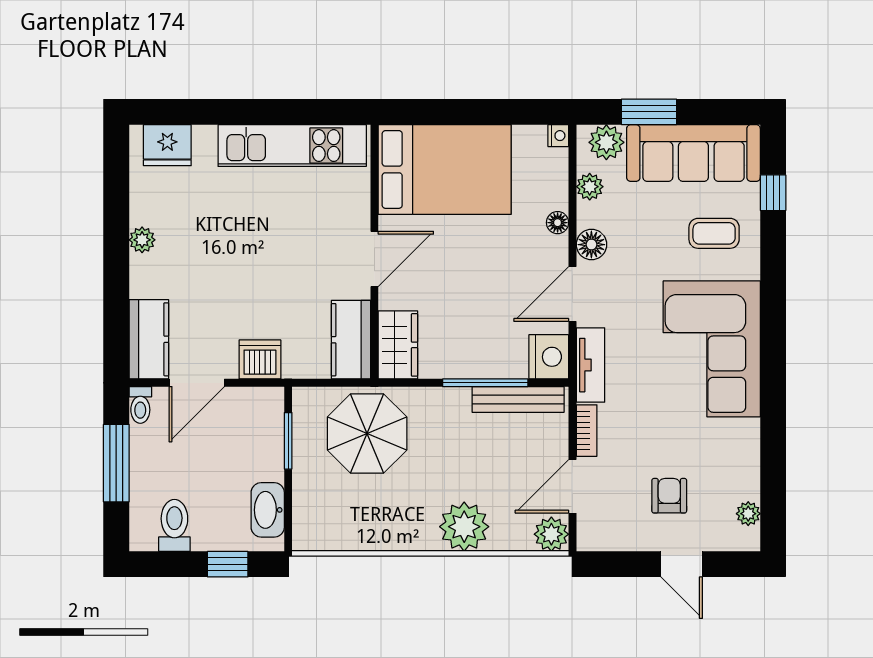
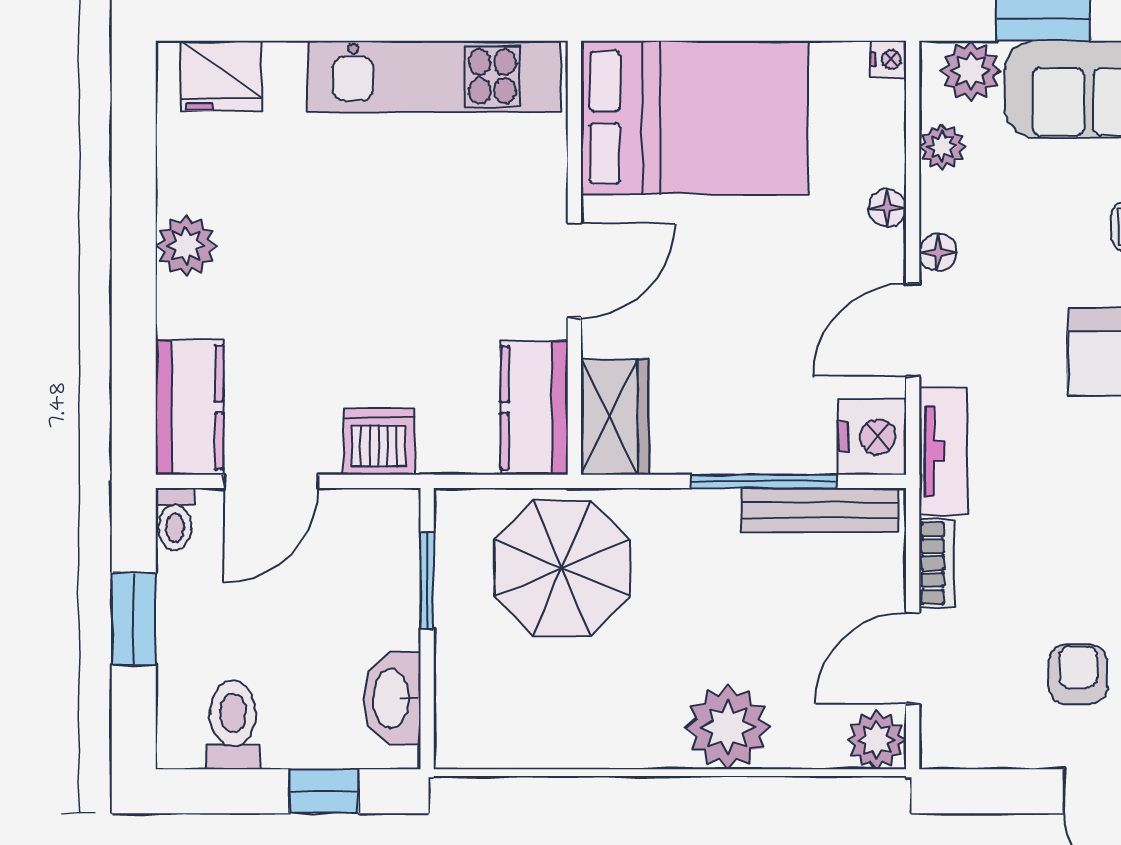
plant: (142, 240) -> (186, 246), width x1.38, depth x1.38
floor lamp: (591, 245) -> (938, 252), width x0.73, depth x0.73
window: (116, 463) -> (134, 619), width x0.69

